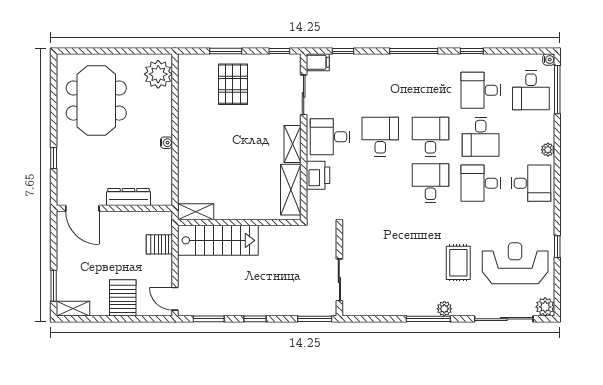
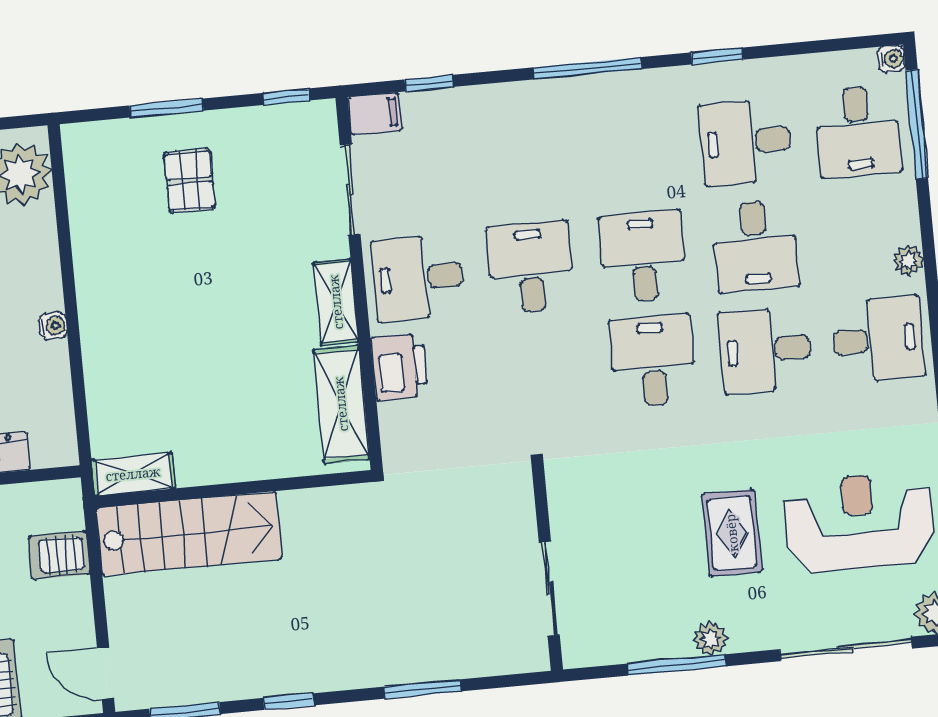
pallet: (233, 84) -> (190, 181), width x0.67, depth x0.71
wall: (339, 271) -> (547, 568), moved
sliding door: (339, 280) -> (549, 589), moved

